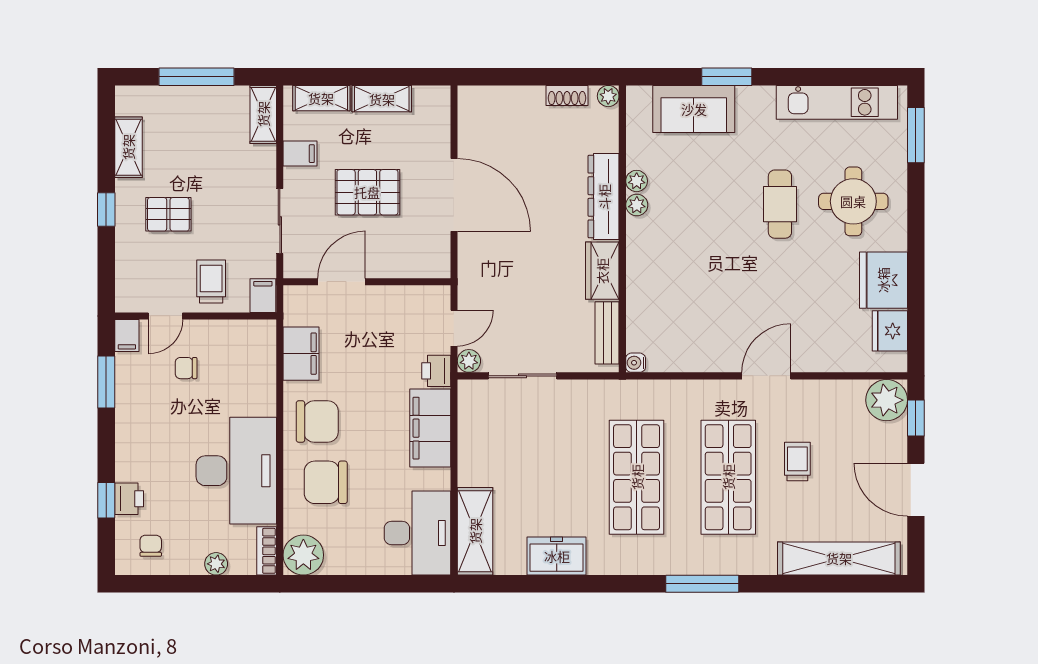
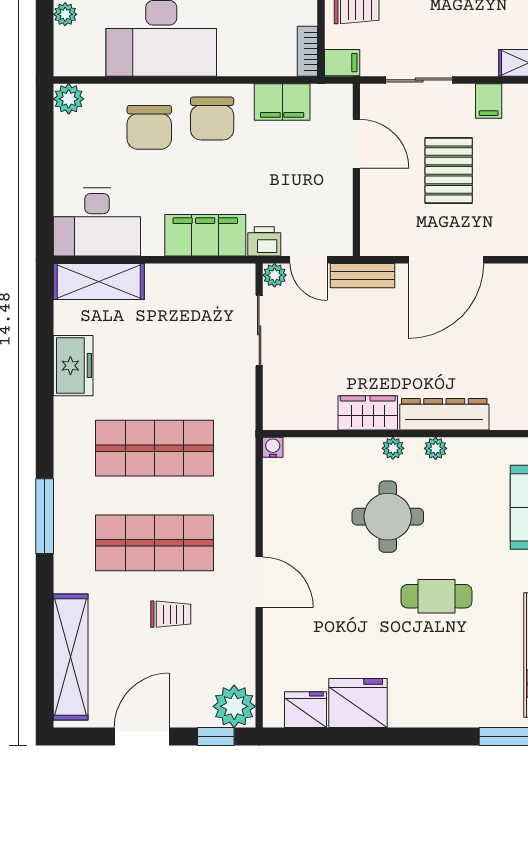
plant: (637, 181) -> (393, 448), moved
round table: (853, 201) -> (388, 517), moved
bench: (607, 333) -> (363, 276), moved
chair: (326, 482) -> (149, 127), turned 180
bookcase: (267, 551) -> (307, 51), moved, turned -90
plant: (303, 555) -> (69, 99), width x0.73, depth x0.73

